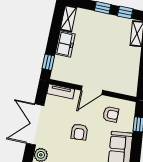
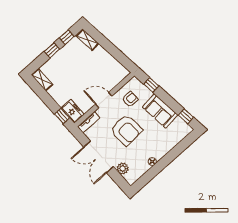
freezer: (65, 44) -> (73, 111), moved
door: (92, 90) -> (104, 100), swing flipped
armchair: (79, 132) -> (126, 130), width x1.88, depth x1.88

